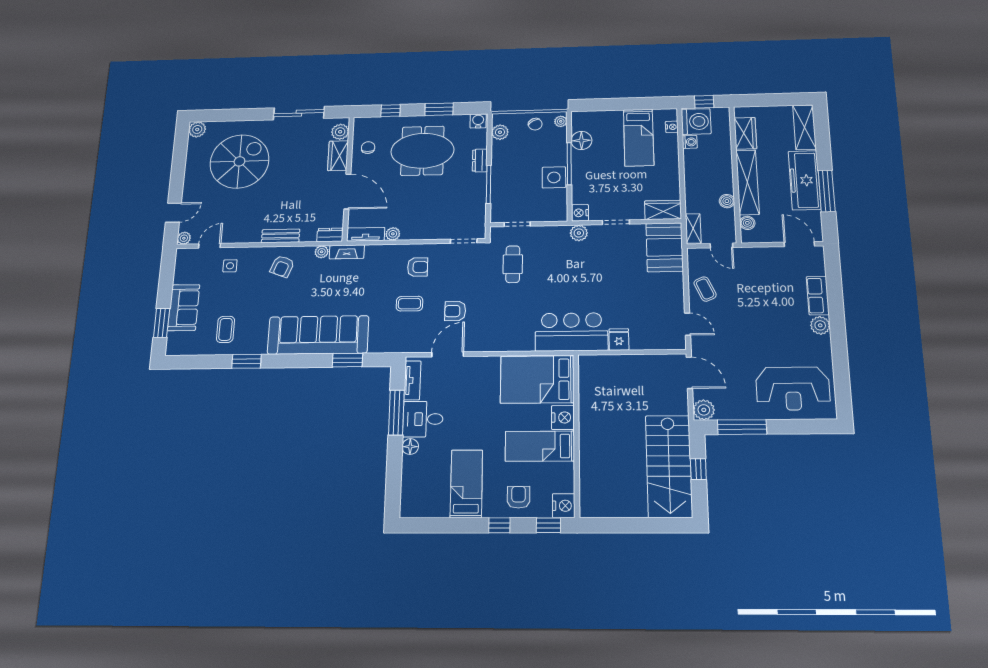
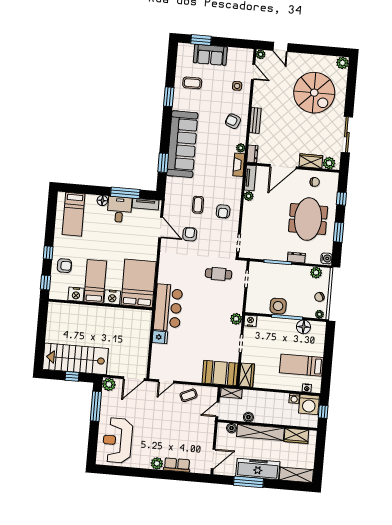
bed: (466, 484) -> (74, 214), moved, turned 90
nightstand: (564, 506) -> (76, 294), moved

